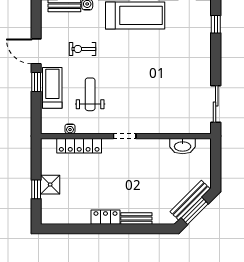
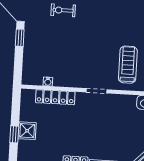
treadmill: (52, 88) -> (128, 65), moved
weight bench: (90, 94) -> (68, 51), removed

